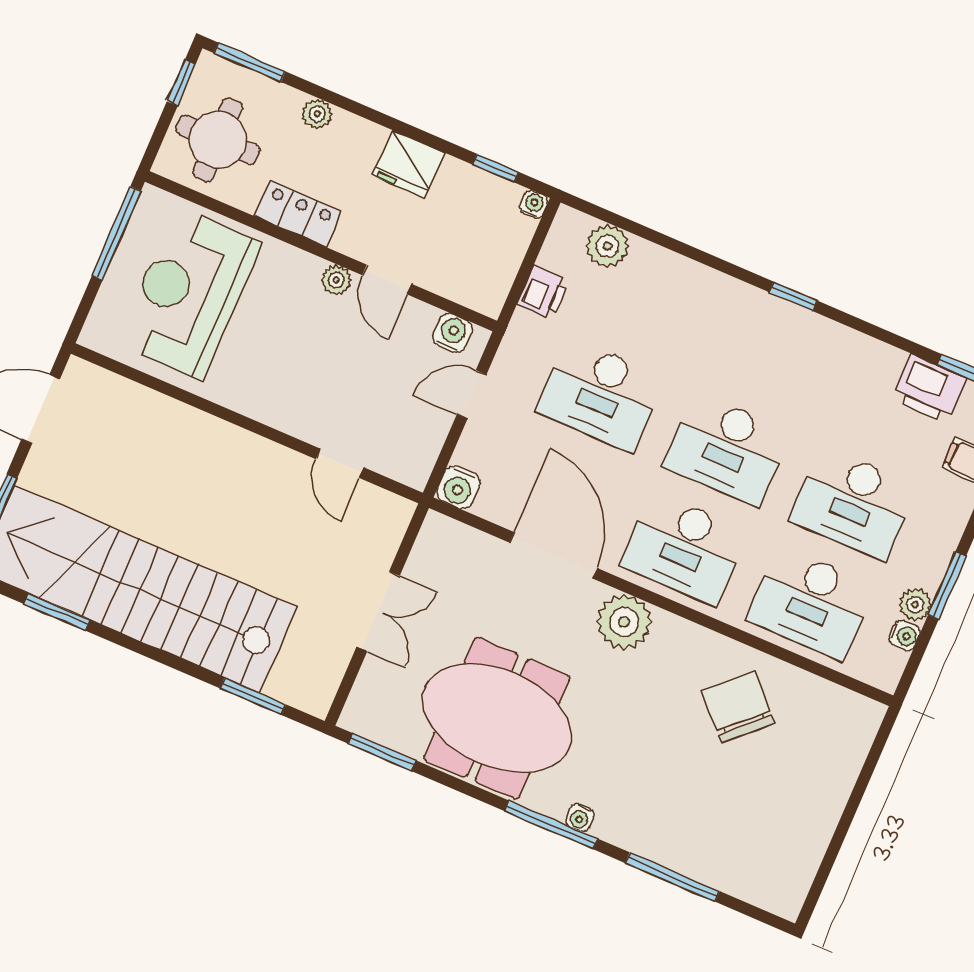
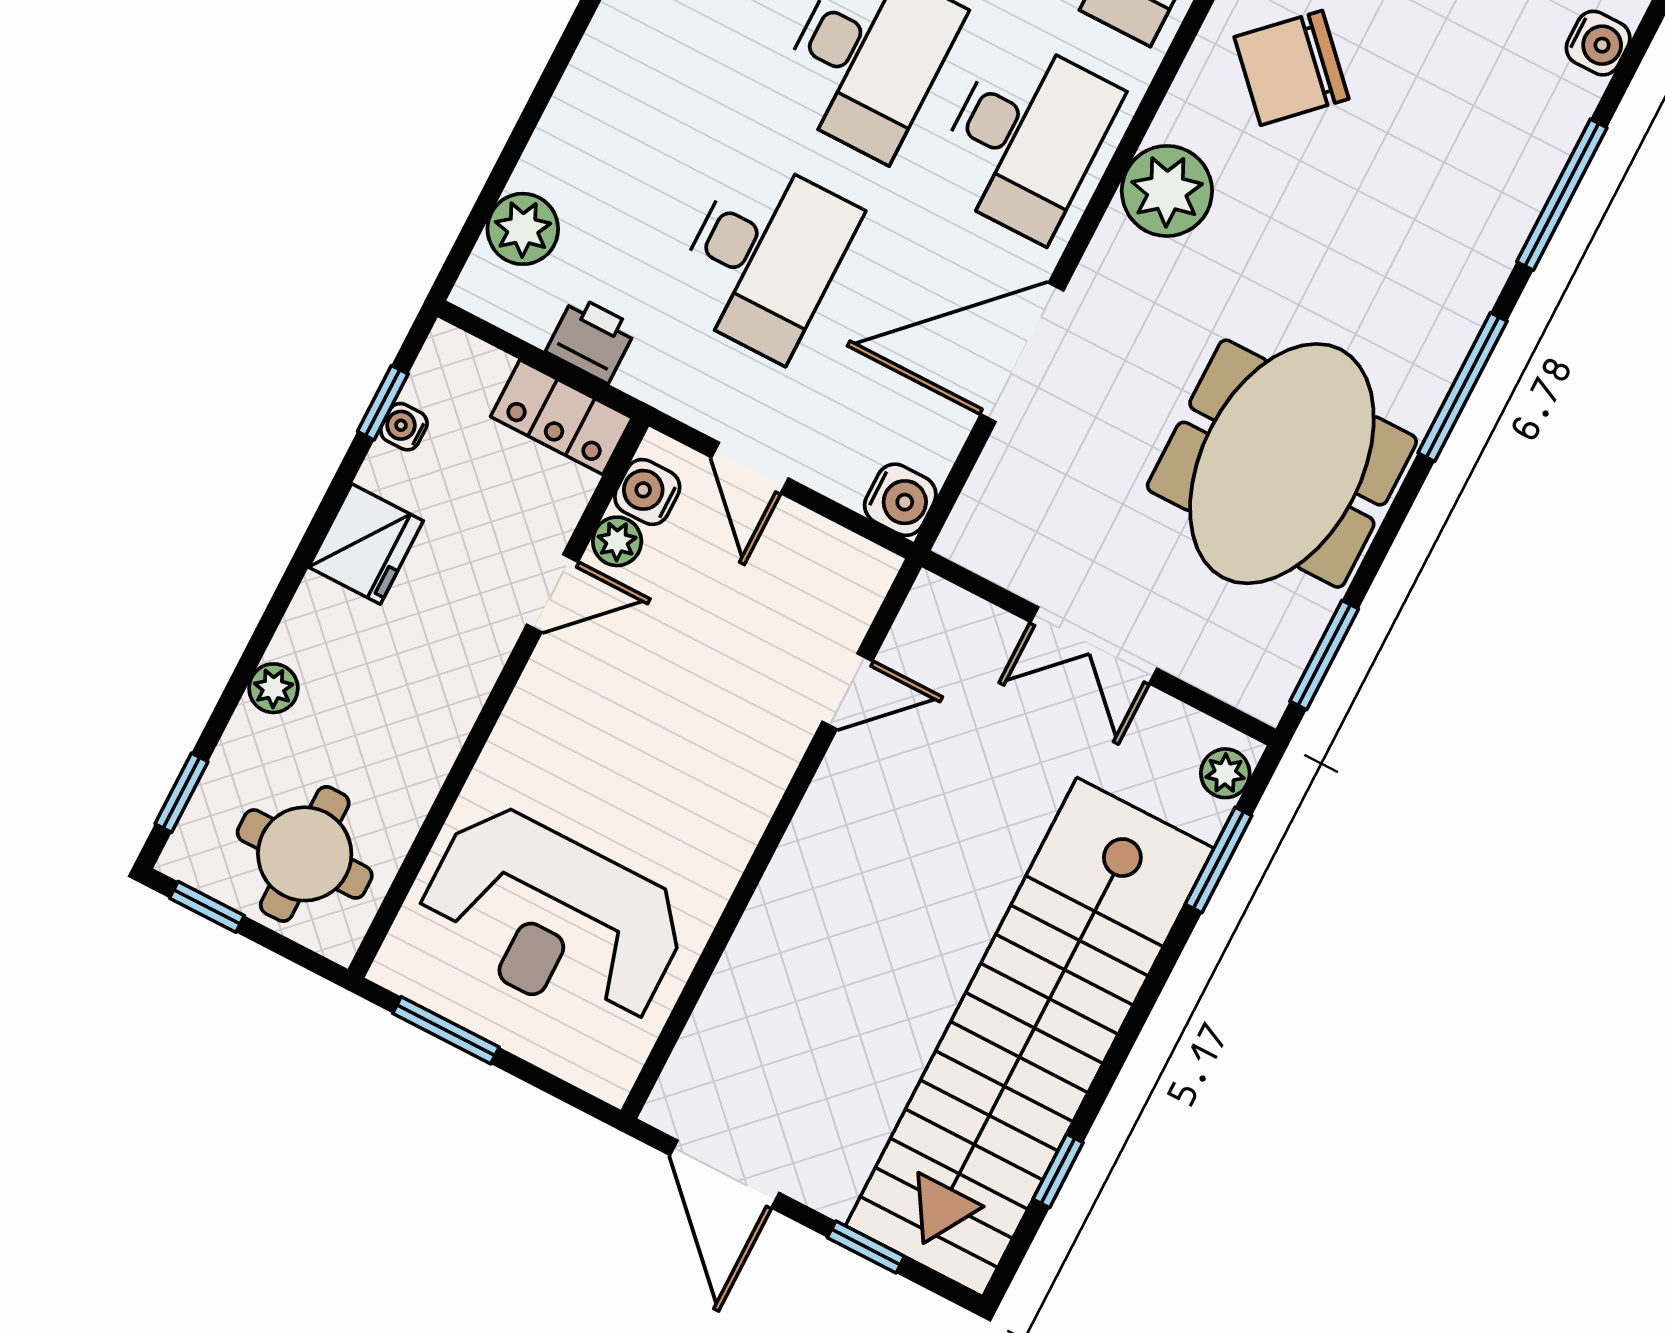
window: (250, 62) -> (181, 793), width x0.67
water cooler: (534, 204) -> (404, 427), moved
locker: (298, 214) -> (561, 417), moved, turned -90
window: (116, 233) -> (446, 1030), width x0.69
plant: (336, 280) -> (617, 541), moved
double door: (378, 611) -> (1094, 645), swing flipped
window: (57, 612) -> (1058, 1171), width x0.67
plant: (624, 622) -> (1167, 191), moved
plant: (306, 697) -> (1225, 773), added
water cooler: (580, 818) -> (1598, 43), moved, width x1.38, depth x1.38

